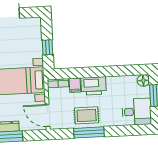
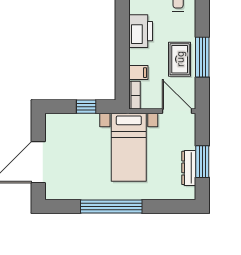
printer: (94, 86) -> (141, 31), moved
door: (48, 116) -> (177, 111), swing flipped

